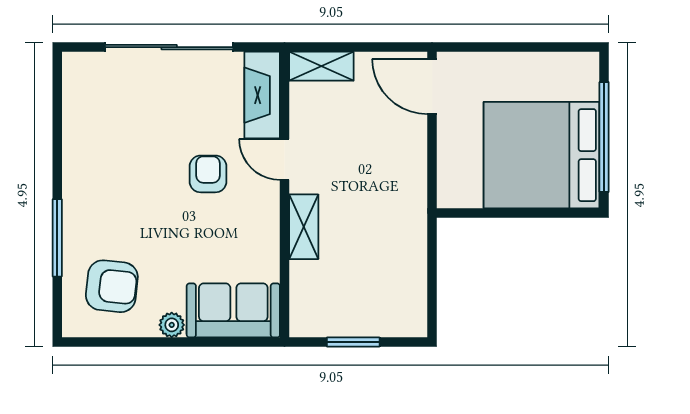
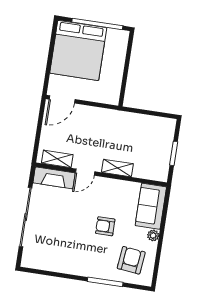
shelving: (321, 66) -> (57, 159), moved, turned 90
bed: (542, 155) -> (78, 50), moved
armchair: (208, 174) -> (105, 226), moved

